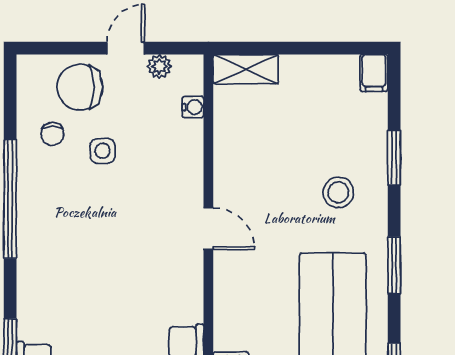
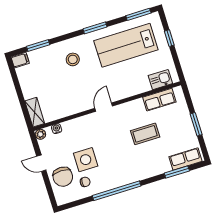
plant: (159, 66) -> (40, 134), moved
side table: (103, 151) -> (86, 160), width x1.87, depth x1.87
window: (394, 158) -> (38, 46), moved
coffee table: (119, 304) -> (145, 134), added

